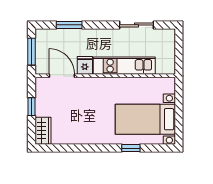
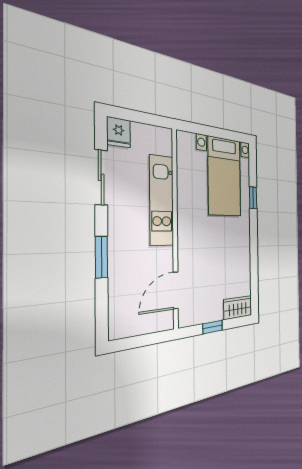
window: (69, 25) -> (101, 257), moved
window: (31, 52) -> (143, 341), removed
fridge: (85, 65) -> (119, 132), moved, turned -90

